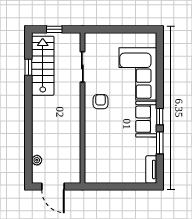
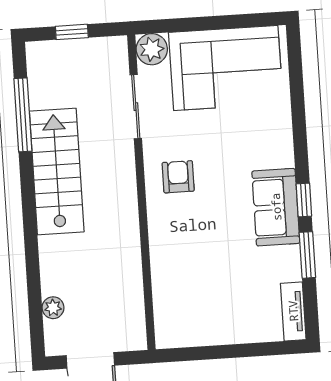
plant: (92, 40) -> (152, 49), added
stairs: (43, 66) -> (57, 171), moved
window: (28, 67) -> (23, 115), width x2.17
corner sofa: (138, 74) -> (226, 68), moved, turned -90

